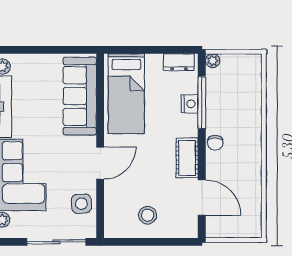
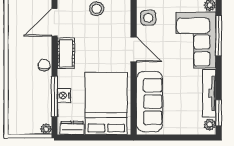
bed: (126, 94) -> (106, 103), width x1.50
door: (100, 163) -> (134, 49), swing flipped
door: (202, 198) -> (54, 22), hinge flipped

